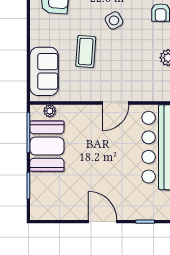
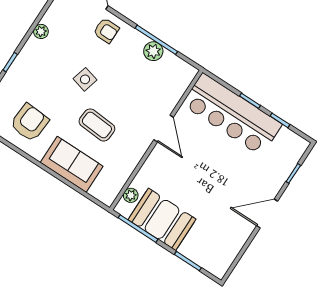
side table: (114, 20) -> (85, 79), turned 45
sofa: (44, 71) -> (72, 164), moved

